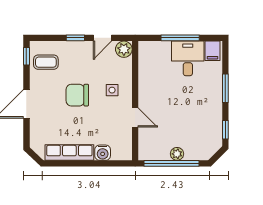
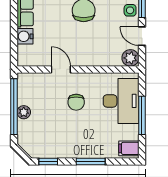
desk: (188, 58) -> (121, 101), moved, width x1.37
side table: (112, 90) -> (130, 10), moved
chair: (167, 102) -> (76, 102), added
door: (135, 117) -> (61, 69), swing flipped

